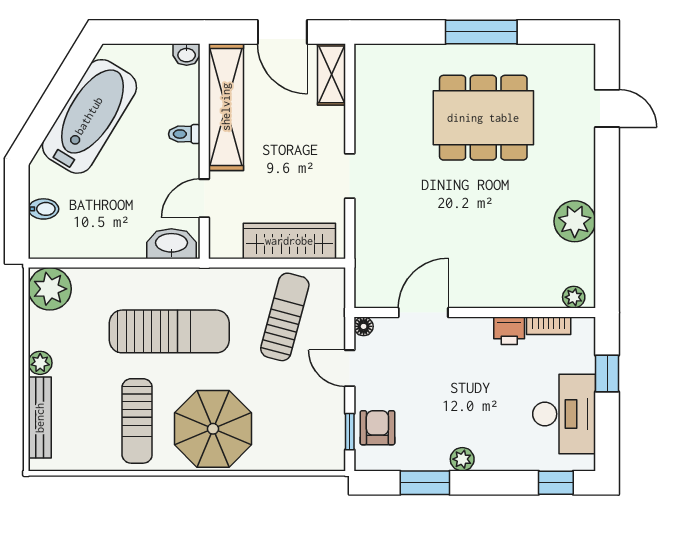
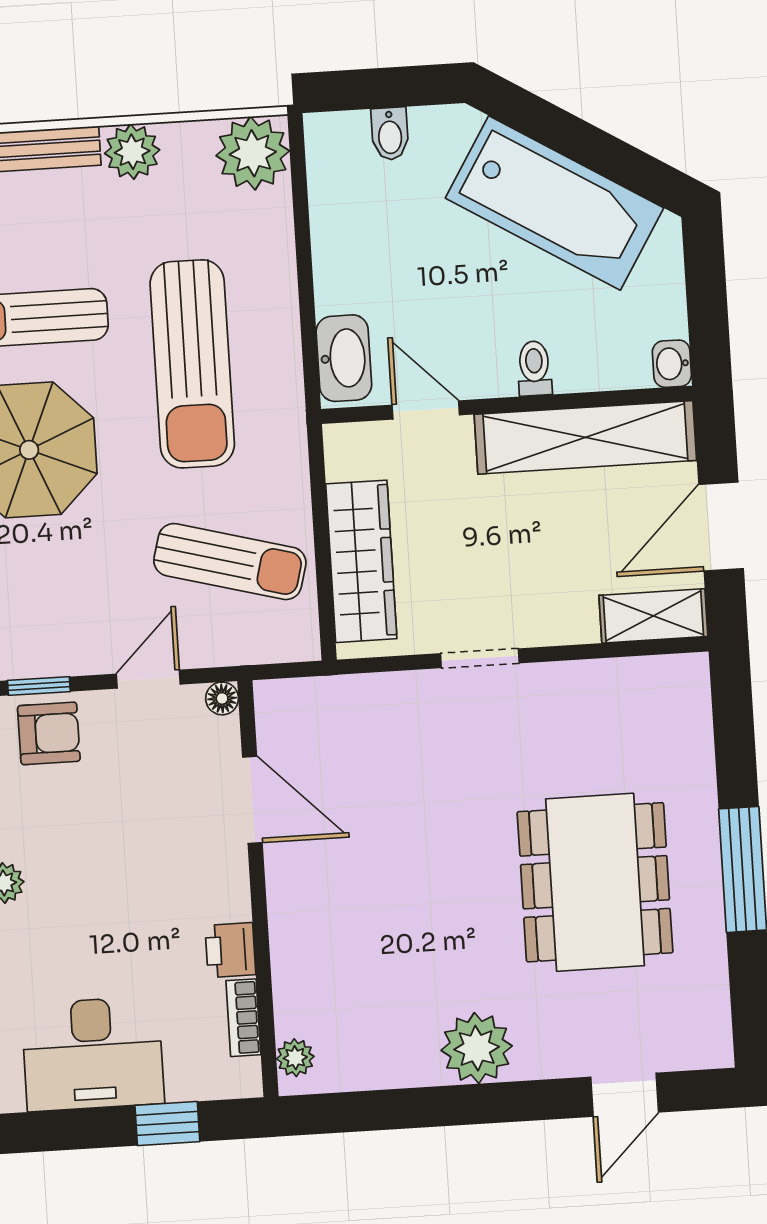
plant: (575, 221) -> (477, 1048), moved
plant: (40, 363) -> (132, 152), width x1.38, depth x1.38

